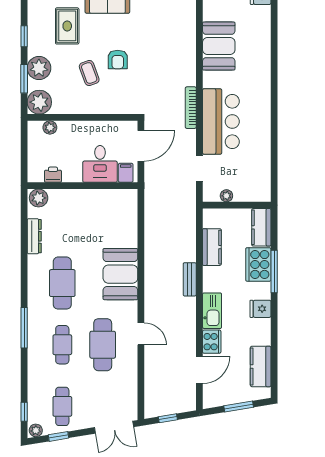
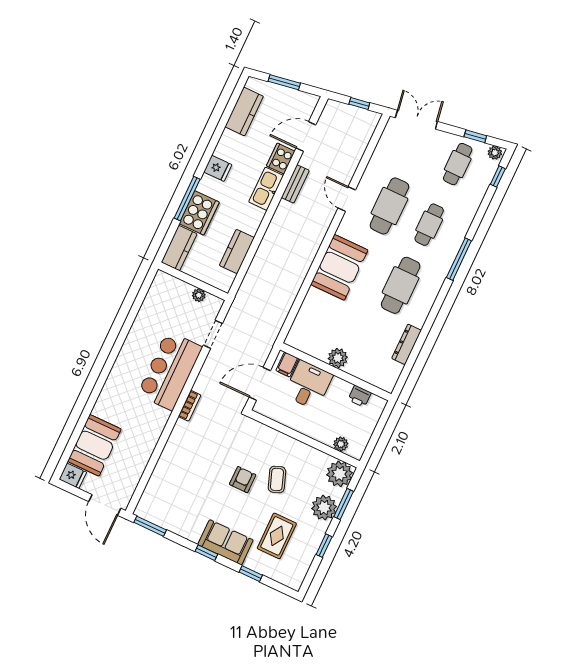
booth: (219, 46) -> (94, 445), moved
bookcase: (191, 108) -> (190, 406), width x0.64
plant: (39, 198) -> (338, 358), moved
bench: (190, 279) -> (295, 184), moved

